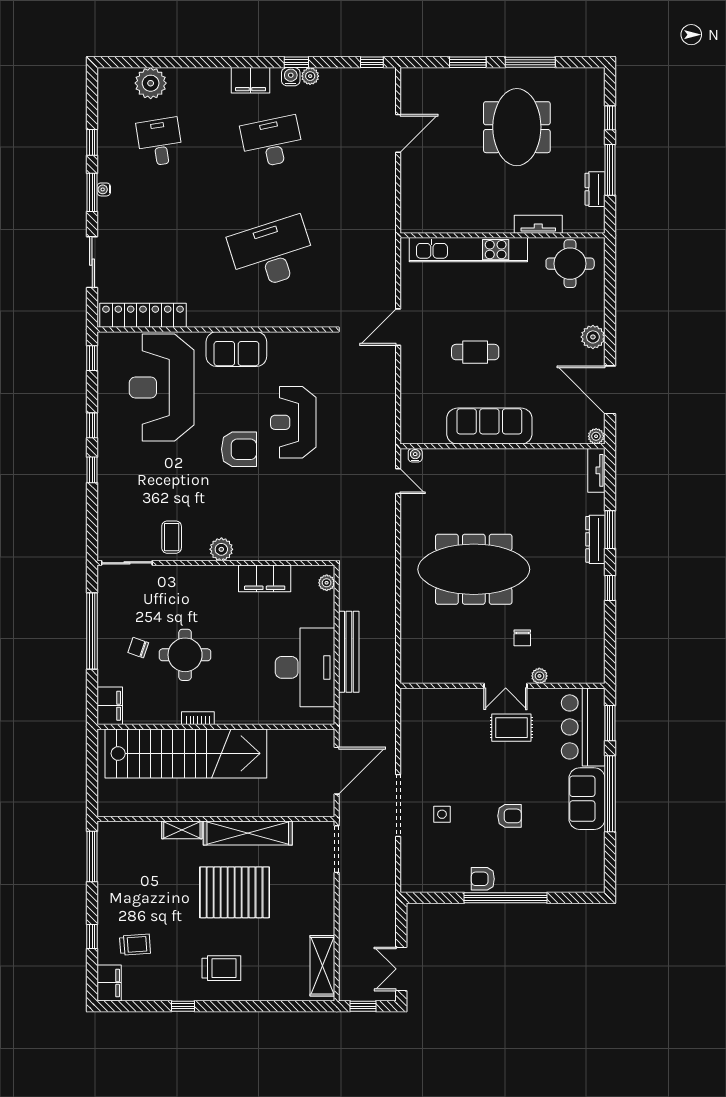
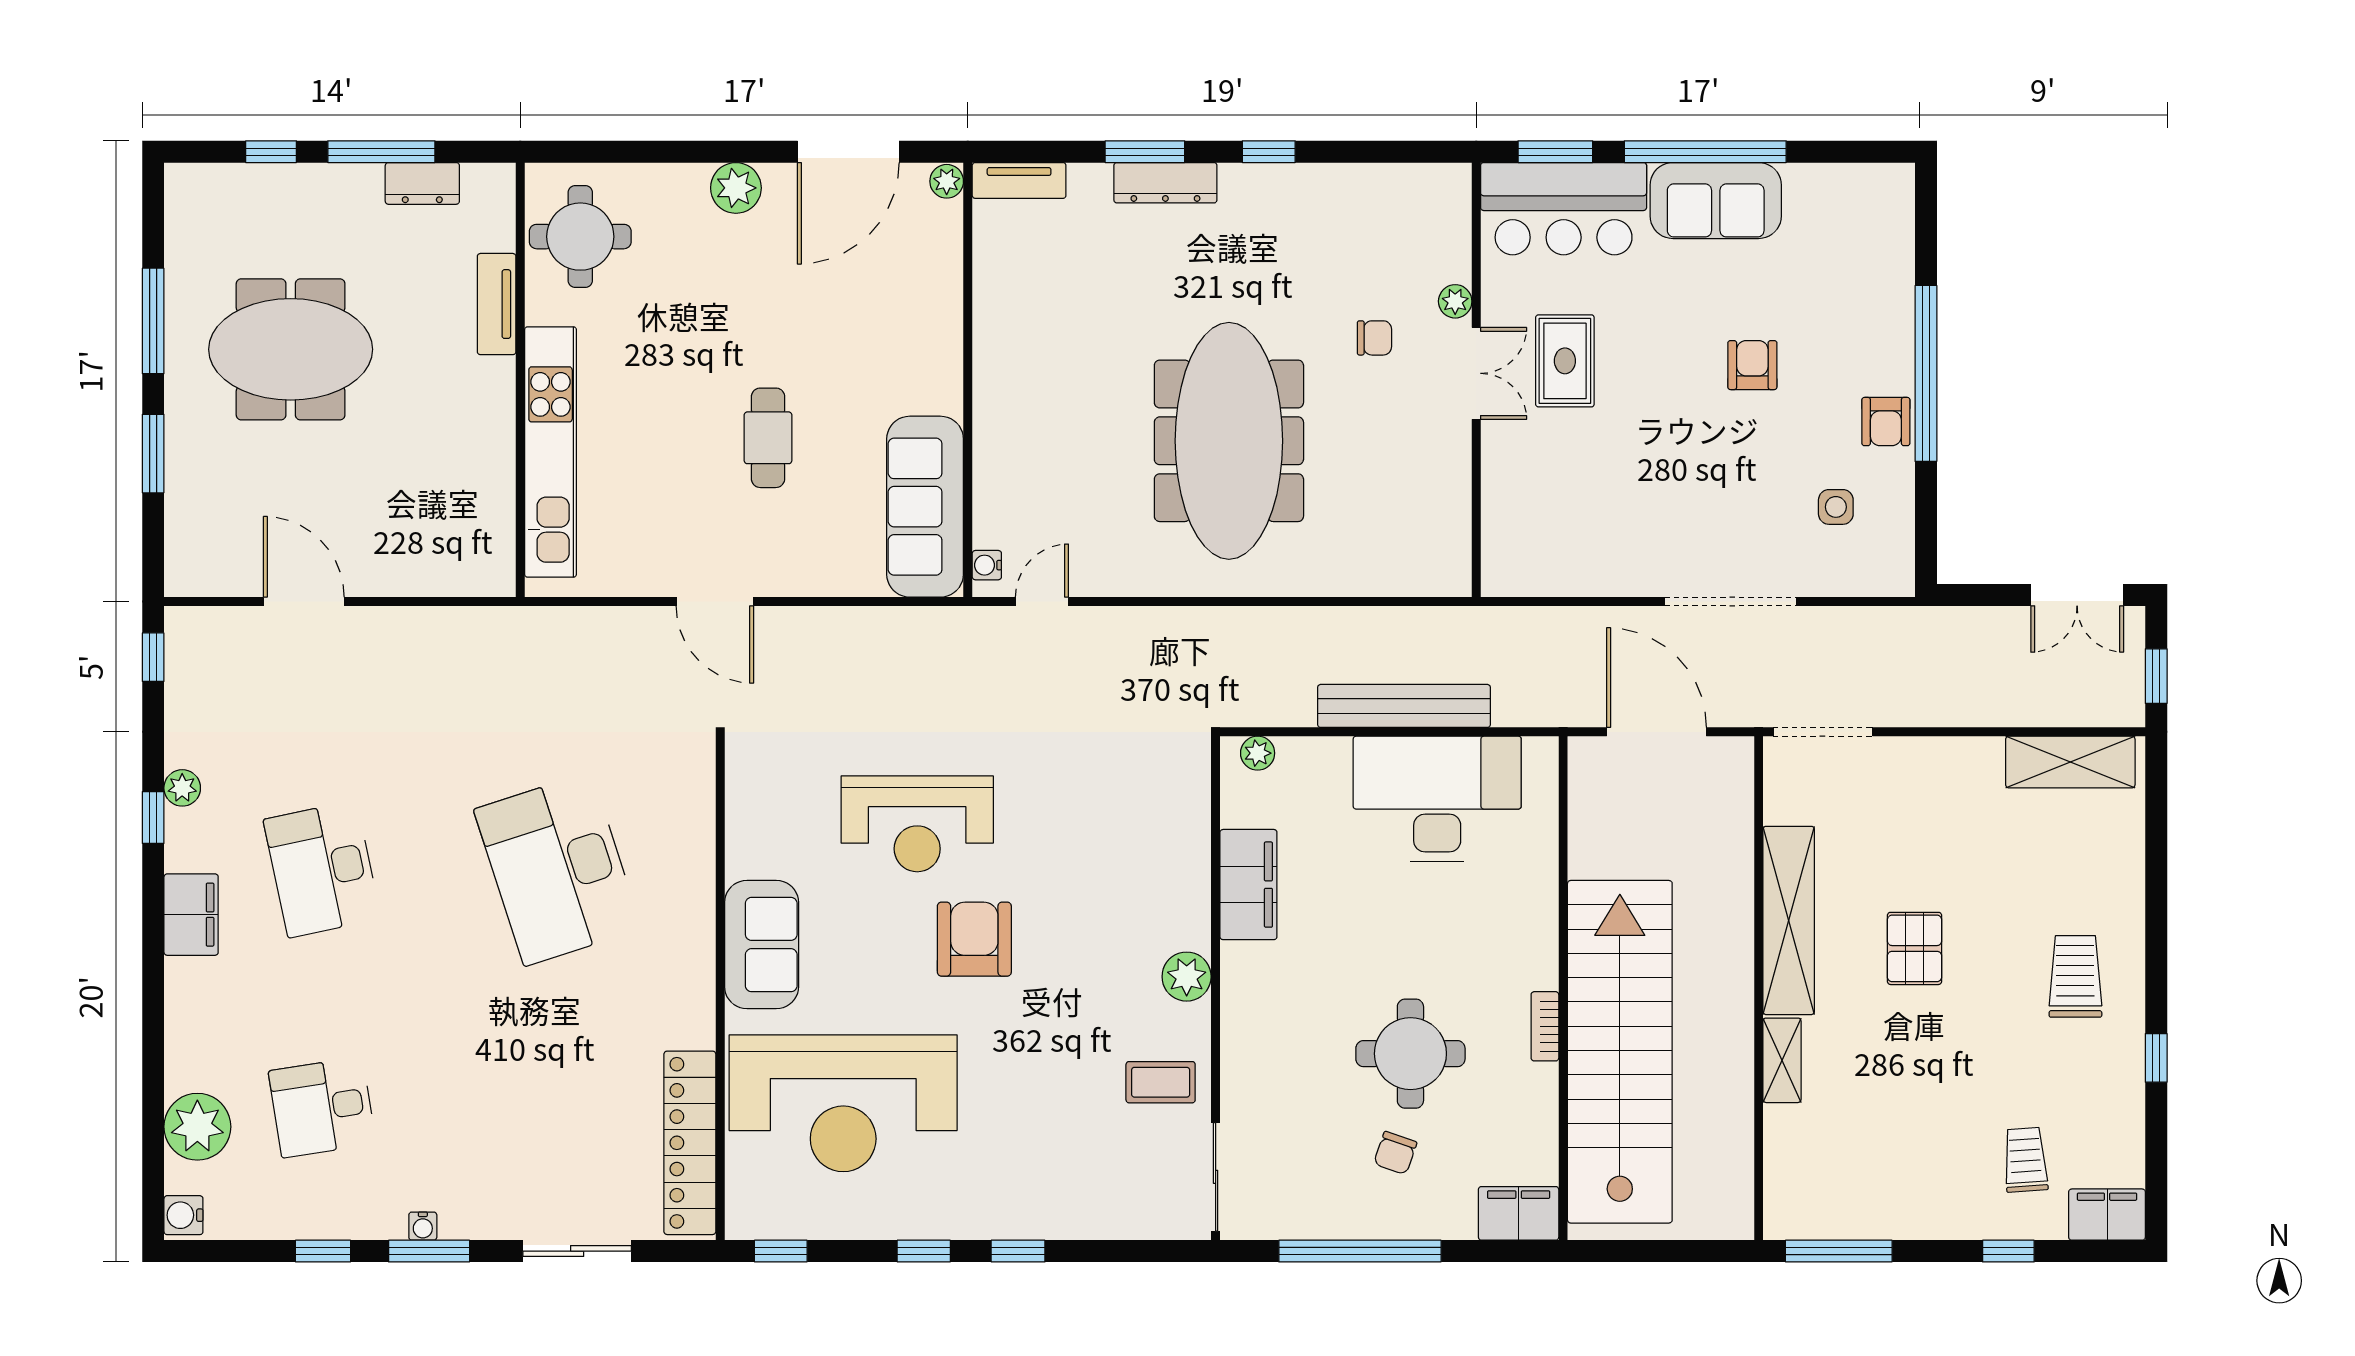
water cooler: (291, 77) -> (183, 1215), moved
sofa: (489, 426) -> (925, 507), moved
side table: (442, 814) -> (1836, 507), moved
pallet: (235, 892) -> (1915, 948), width x0.49, depth x0.50

